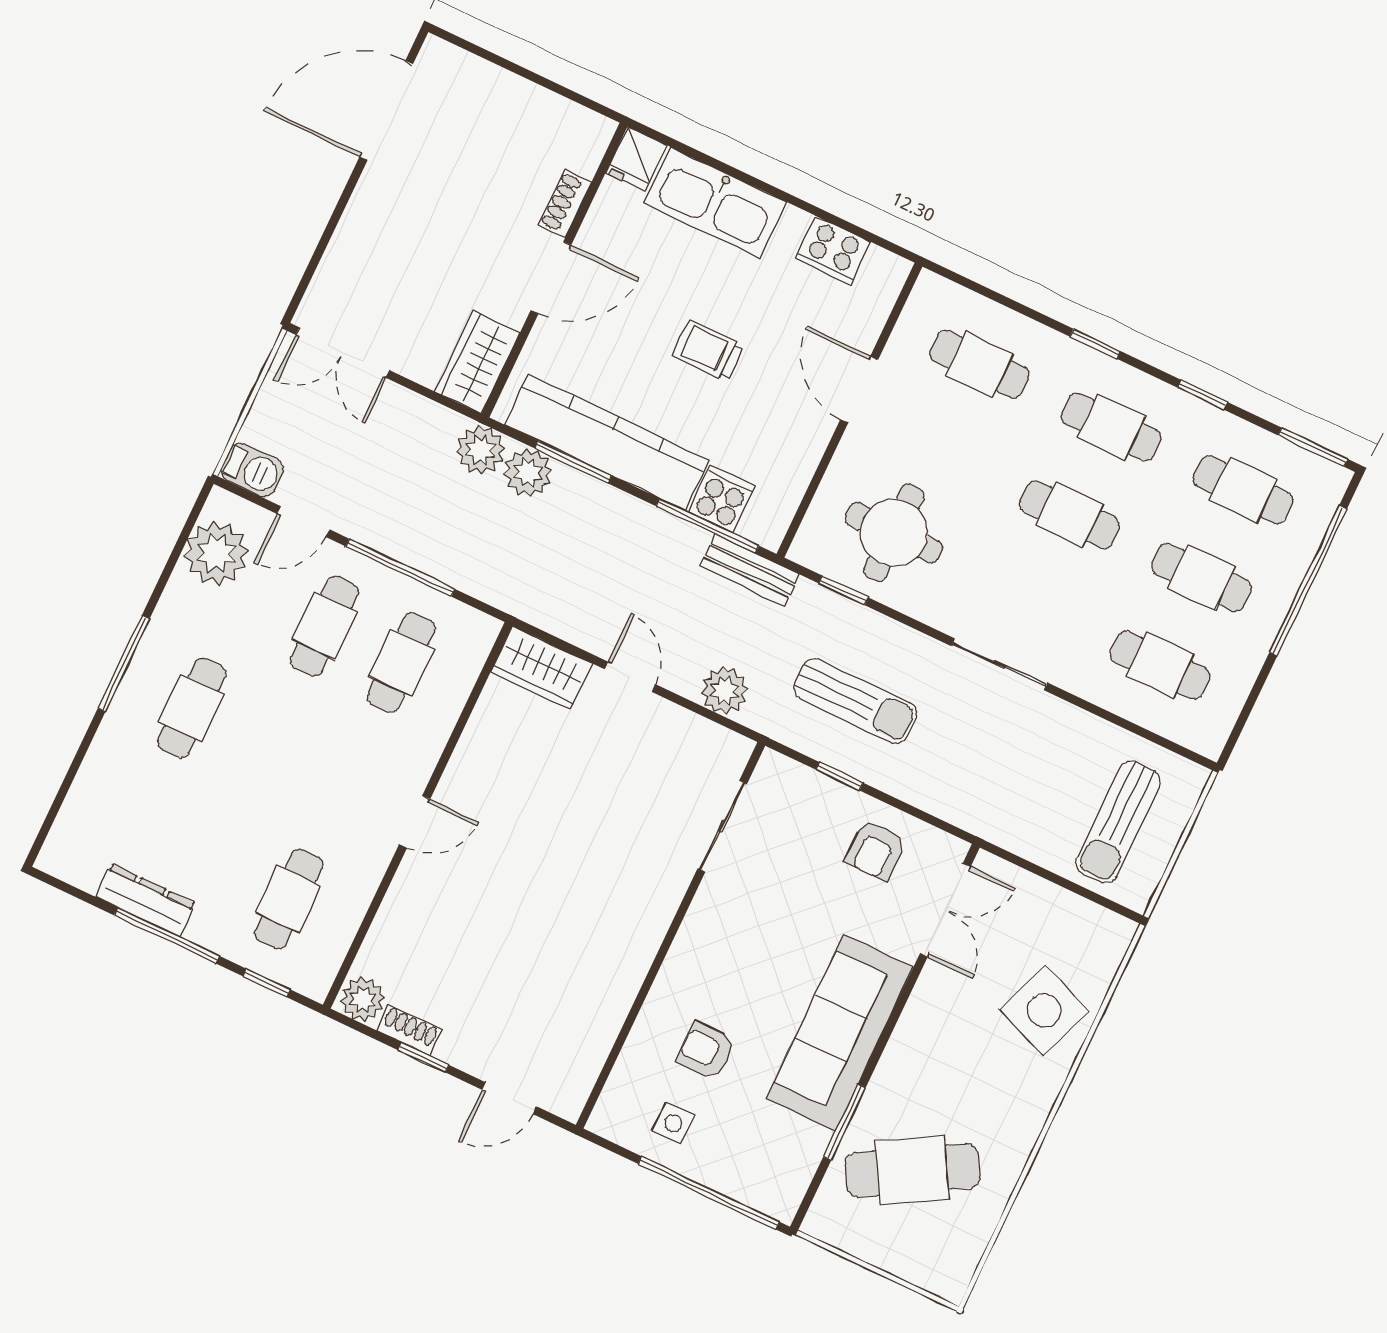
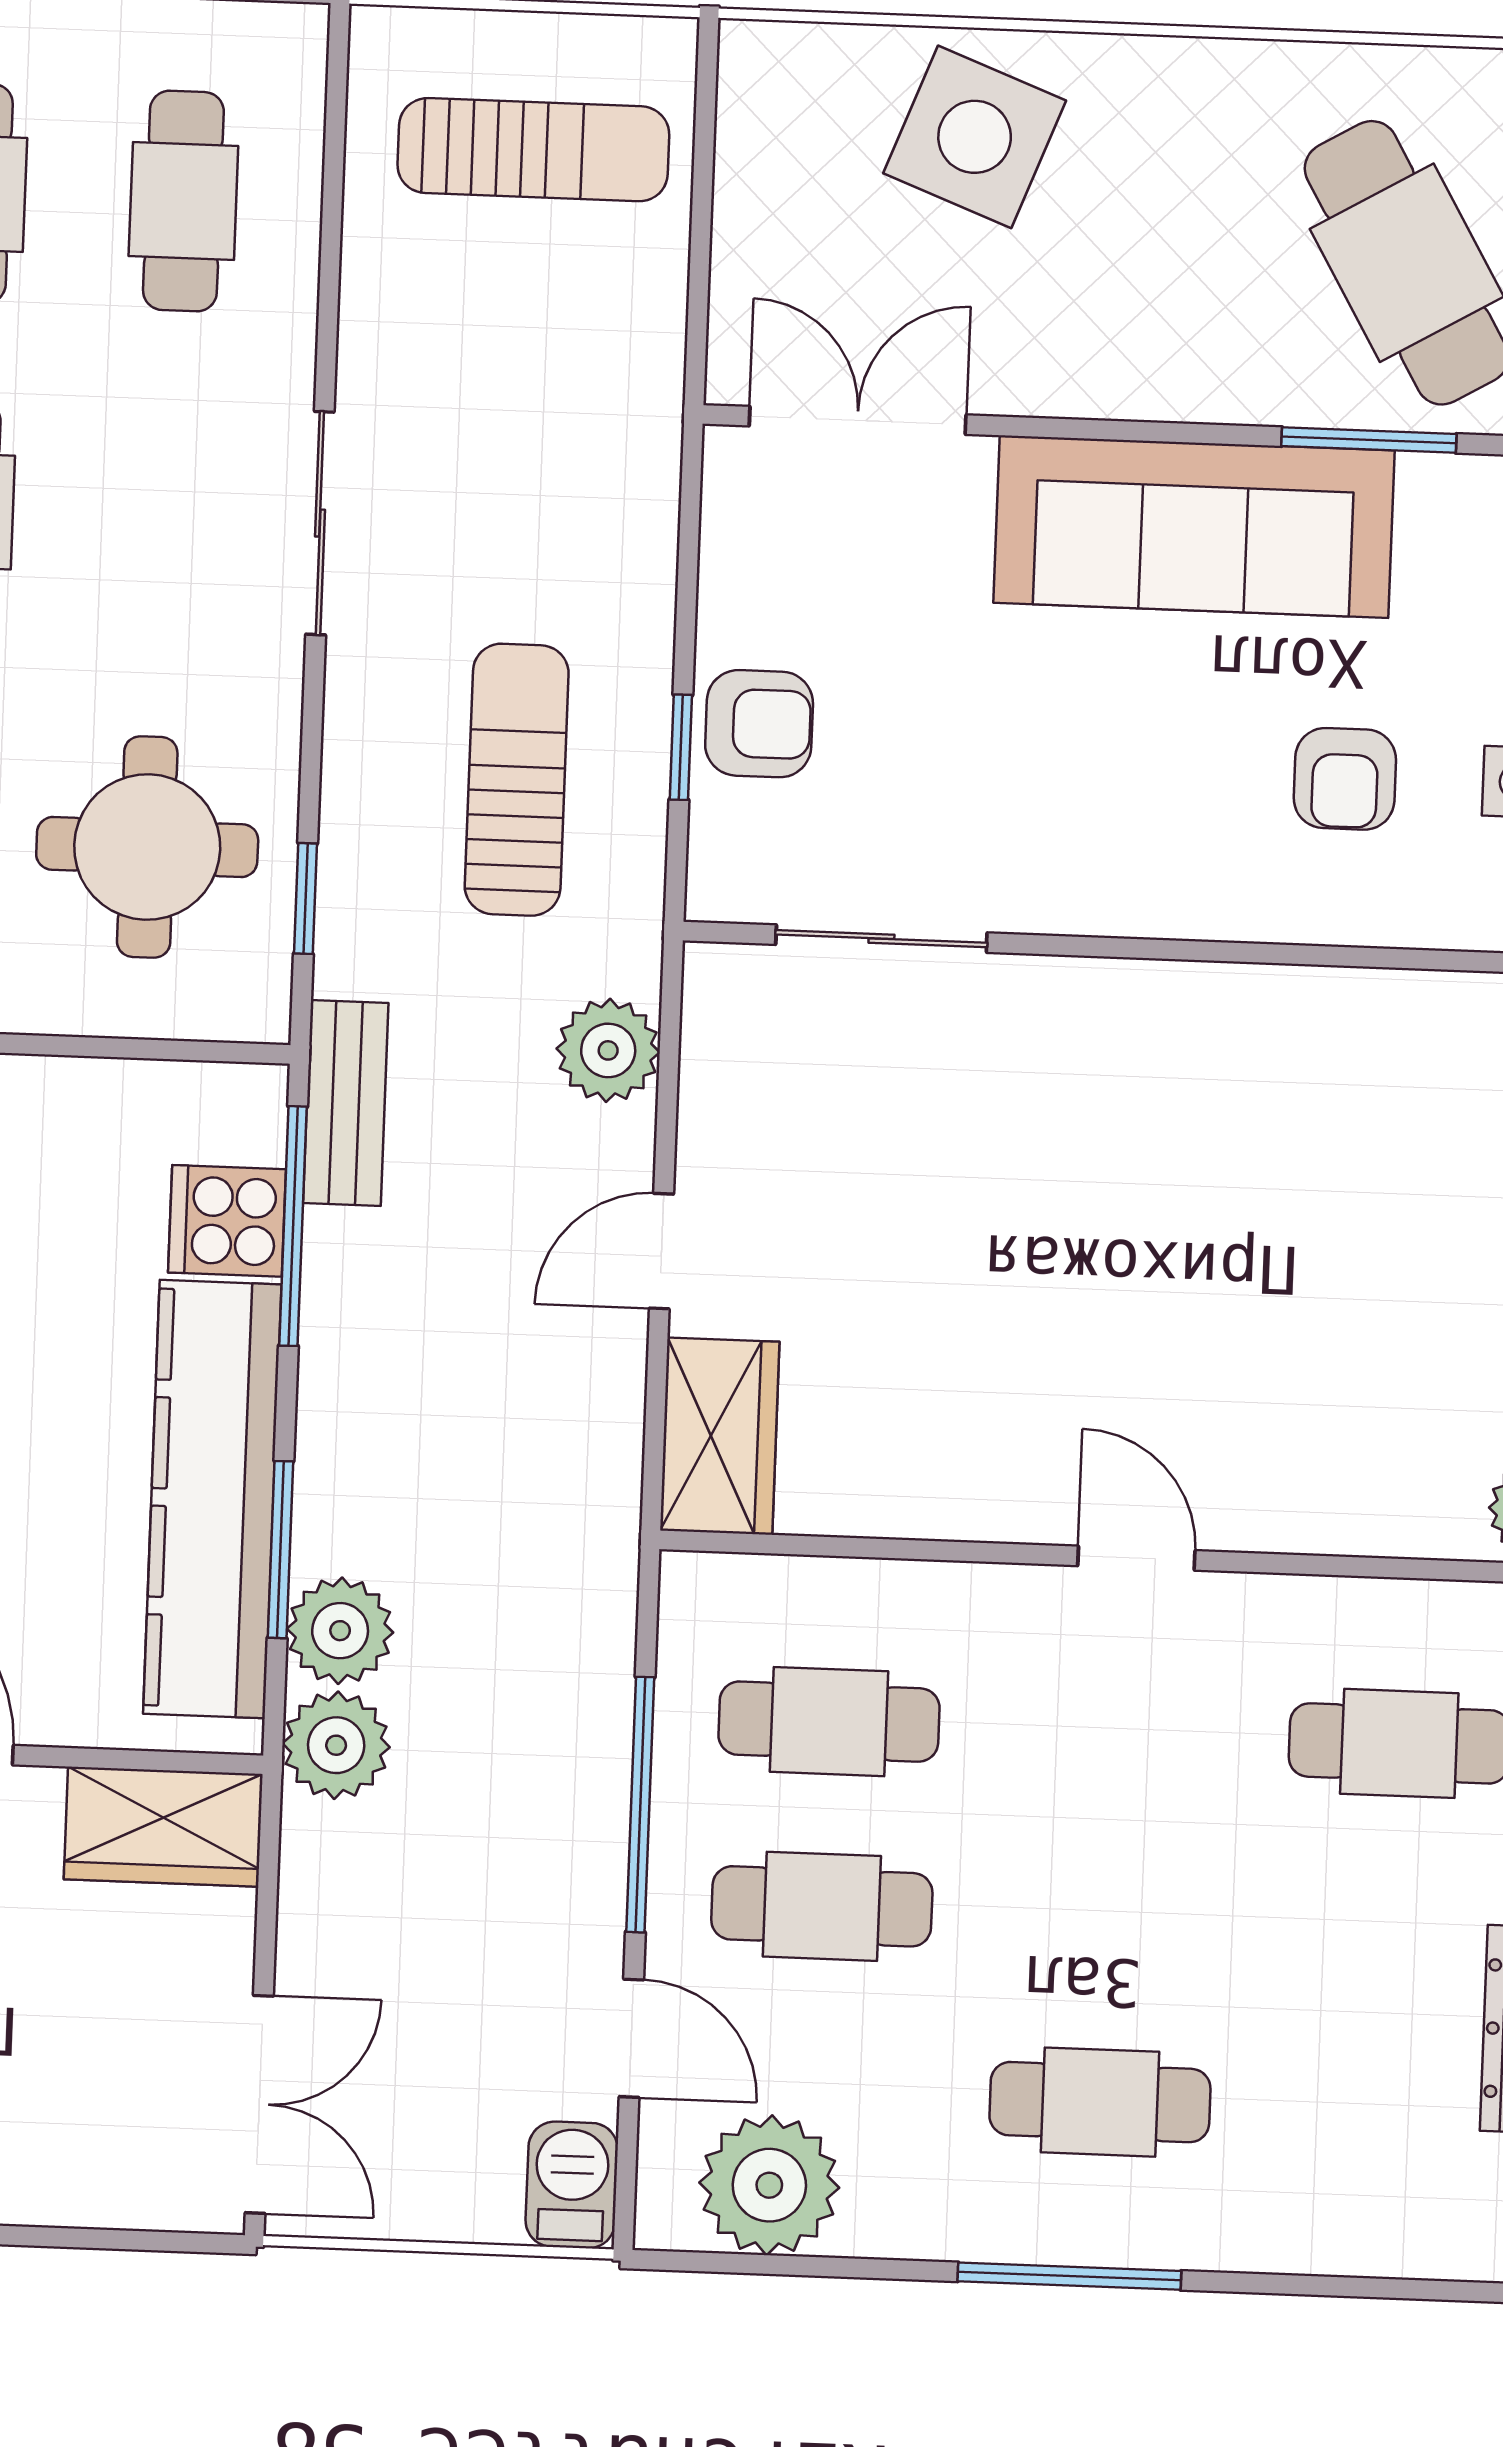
armchair: (876, 850) -> (759, 724), moved

